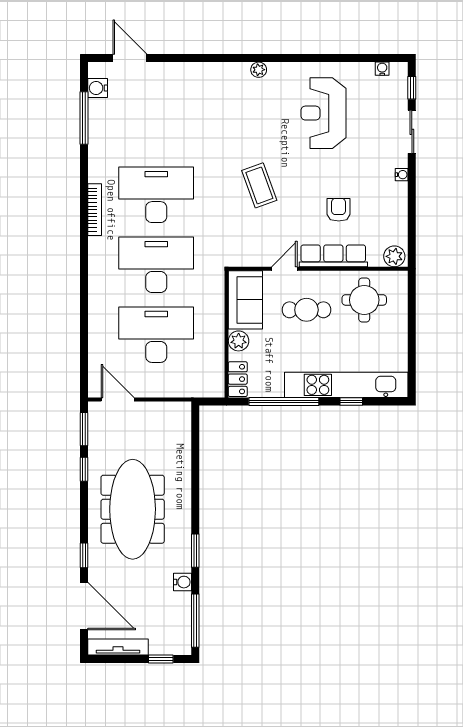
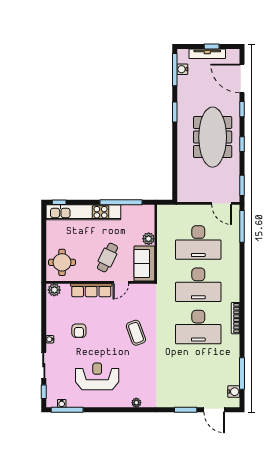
window: (177, 58) -> (186, 410), added
window: (373, 58) -> (67, 410), added
reception desk: (323, 113) -> (97, 376), turned -90
armchair: (339, 210) -> (79, 331), moved
round table: (364, 300) -> (62, 262), moved
cafe table: (306, 310) -> (107, 258), turned -64
window: (84, 361) -> (242, 226), added
locker: (238, 379) -> (149, 216), removed
window: (351, 401) -> (59, 202), moved
window: (84, 469) -> (242, 144), moved
water cooler: (183, 582) -> (182, 69), moved
tv unit: (118, 647) -> (207, 54), moved
window: (161, 659) -> (212, 46), moved

